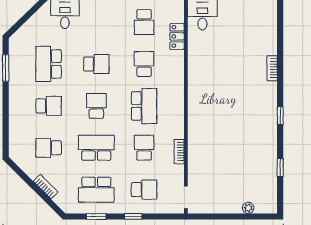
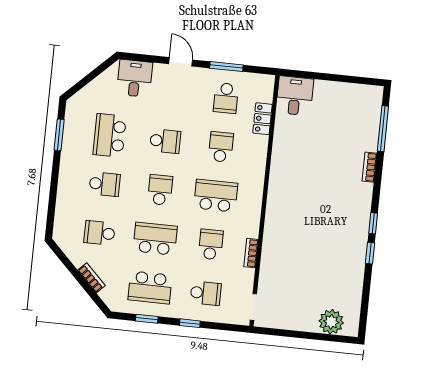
window: (280, 34) -> (383, 129), added
school desk: (144, 106) -> (216, 196), turned -90
window: (280, 168) -> (370, 253), moved
plant: (248, 208) -> (331, 322), width x1.87, depth x1.87

